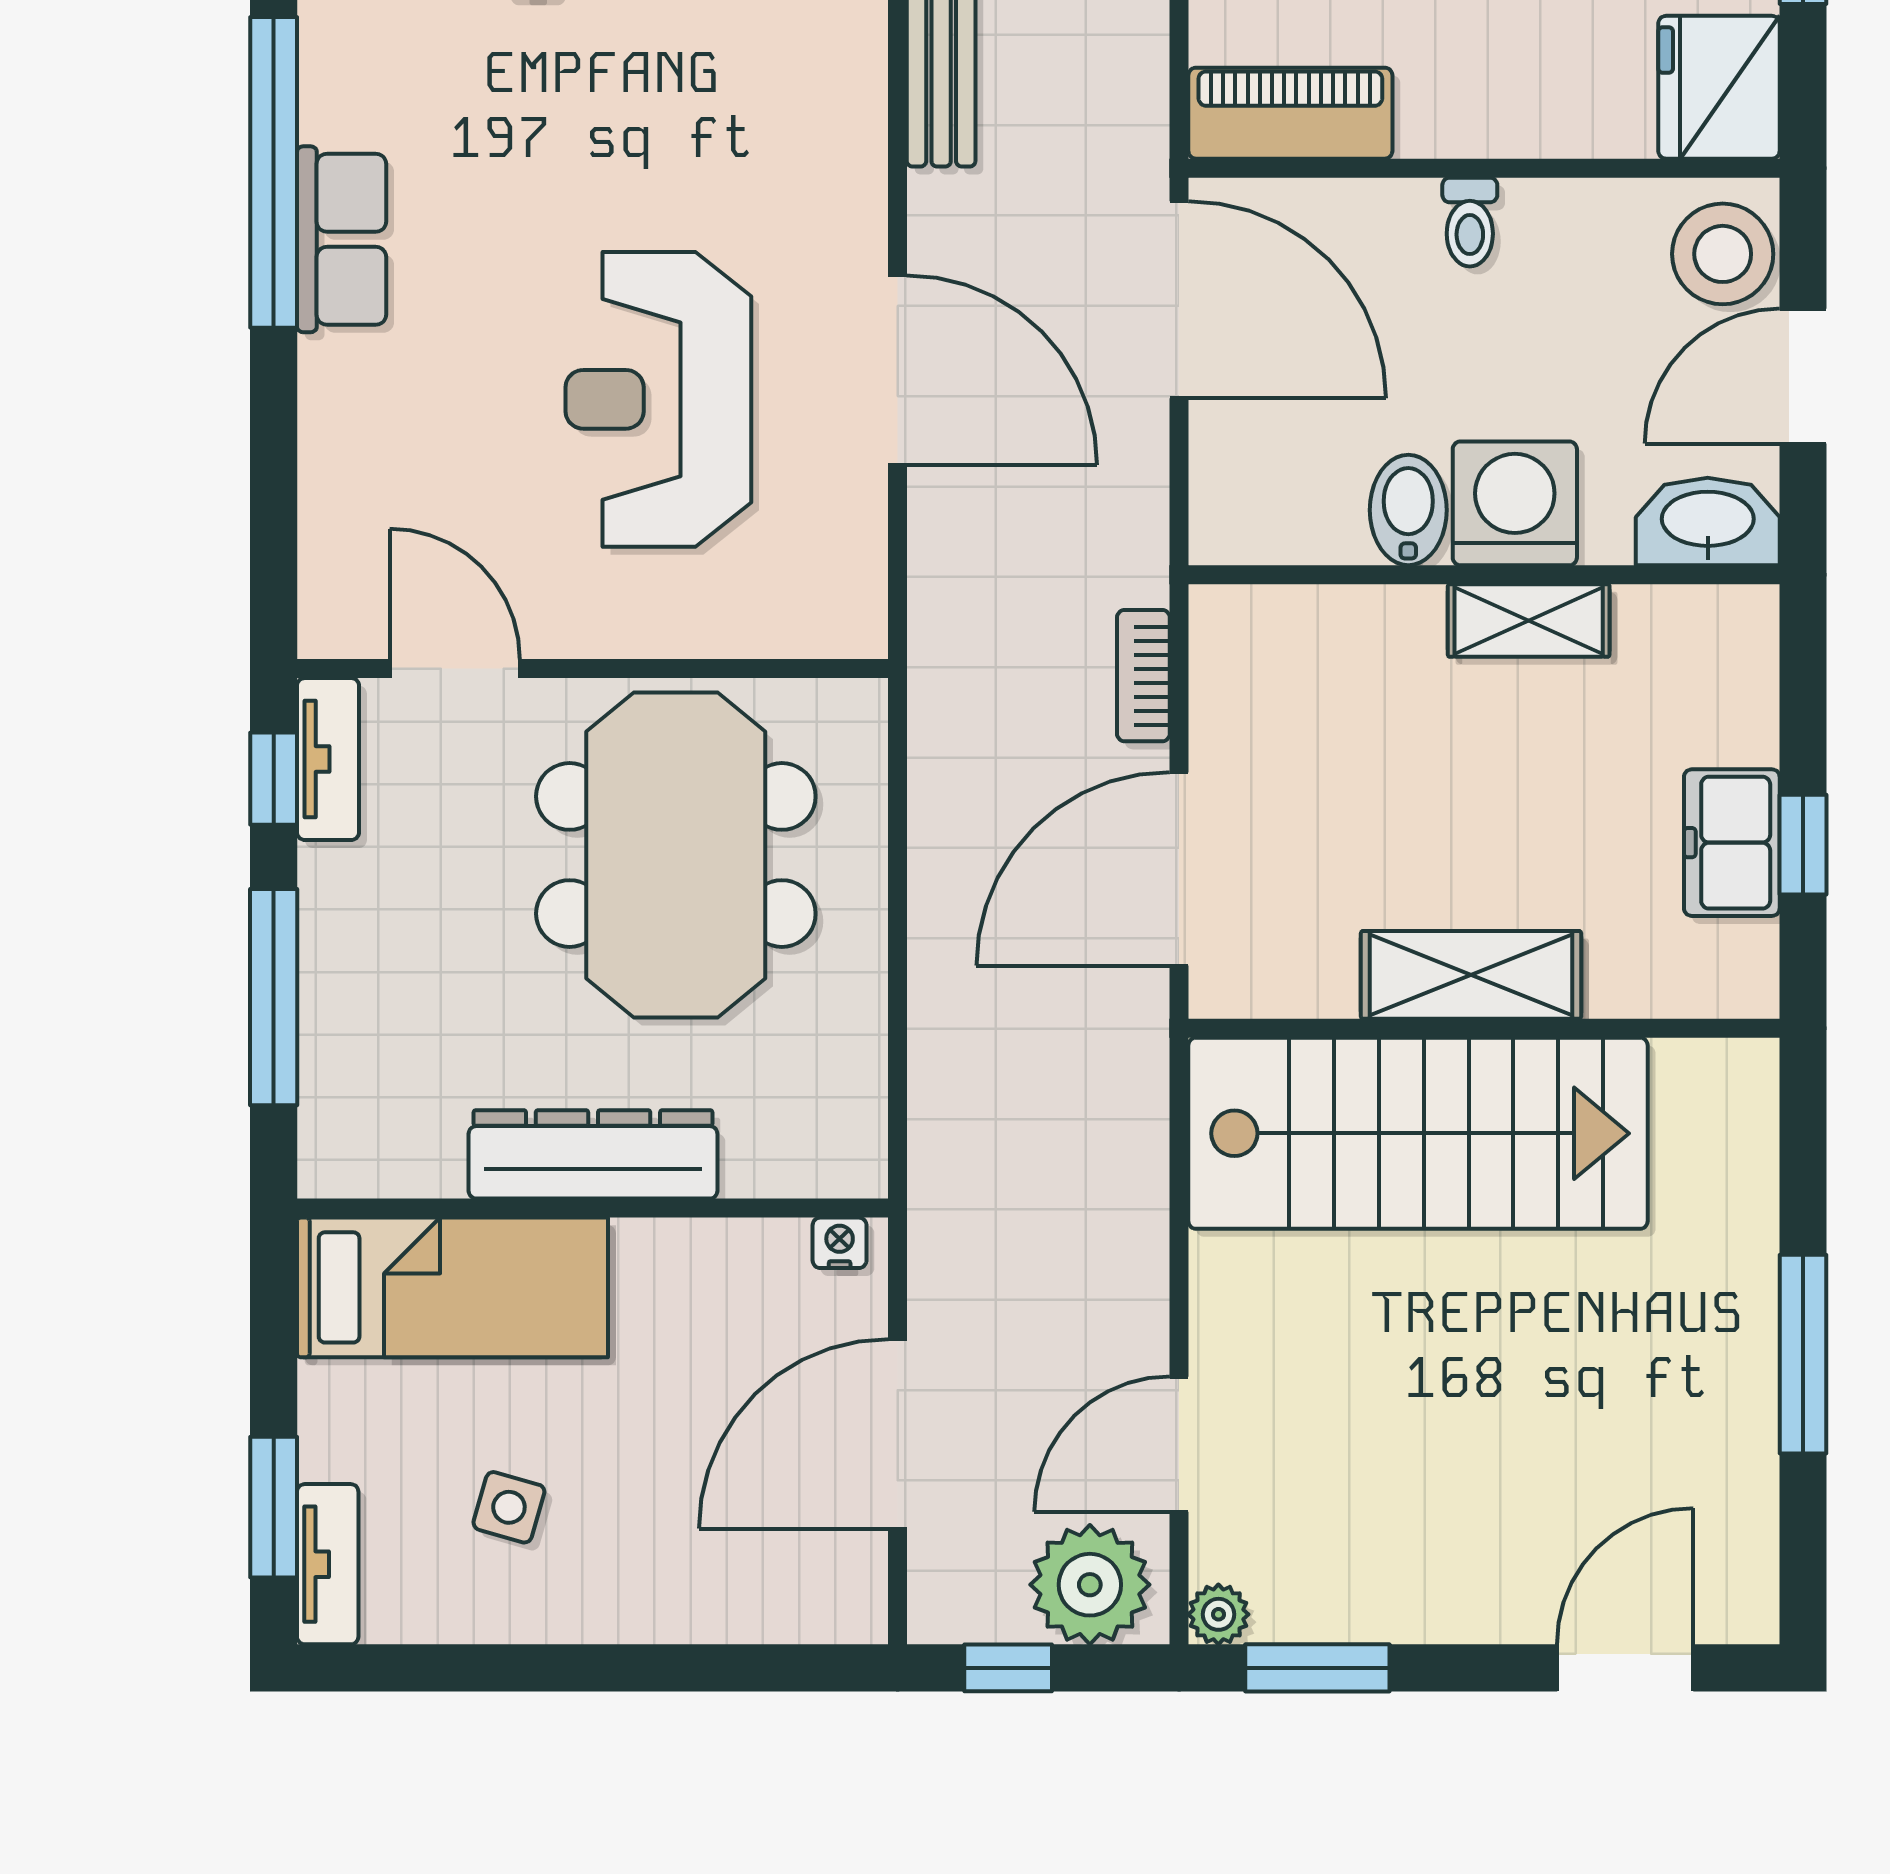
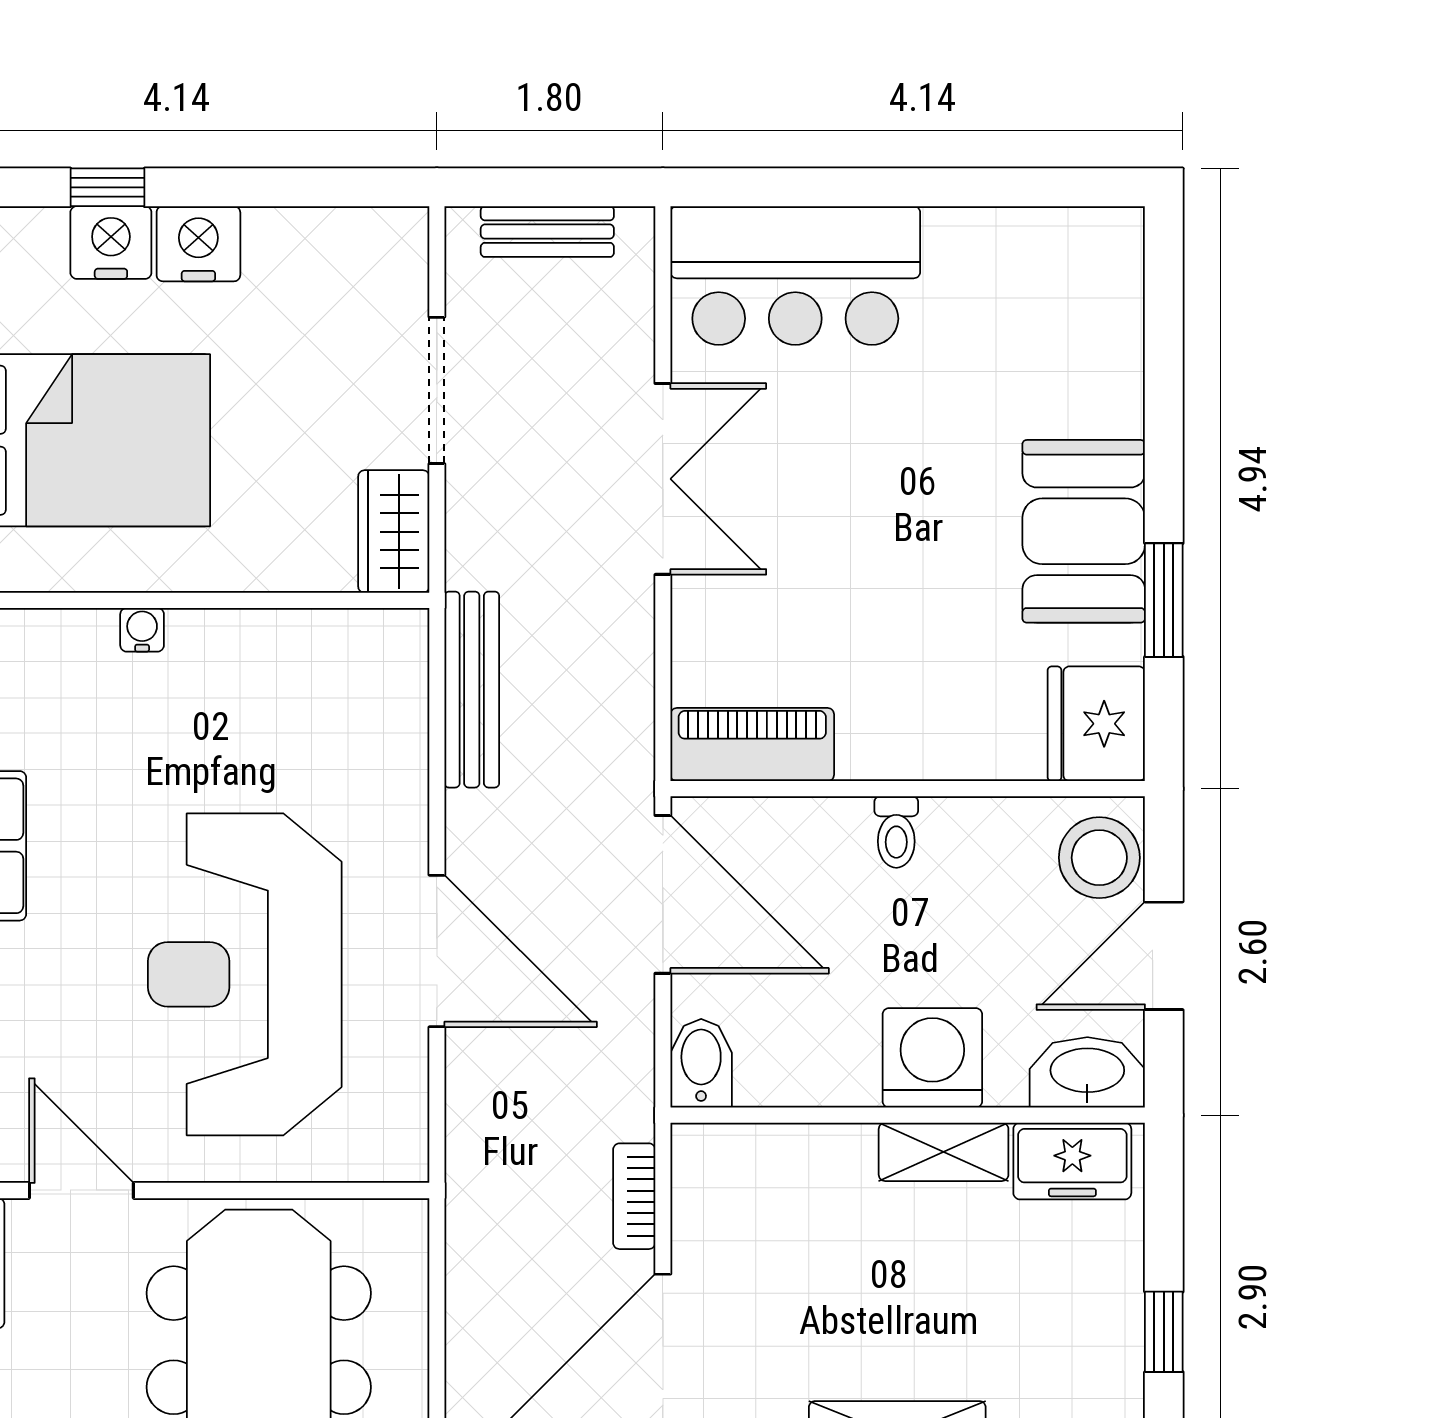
reception desk: (658, 399) -> (245, 974), width x1.36, depth x1.30
bidet: (1408, 510) -> (701, 1063), moved
freezer: (1732, 843) -> (1072, 1161), moved, turned -90

